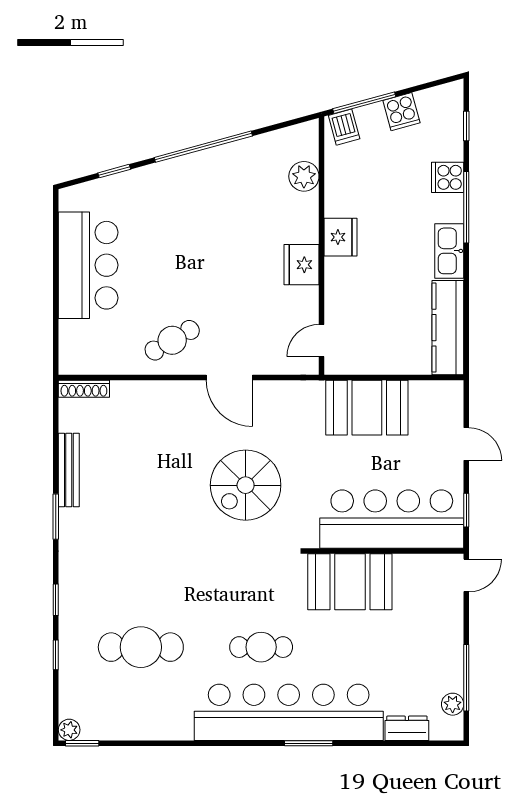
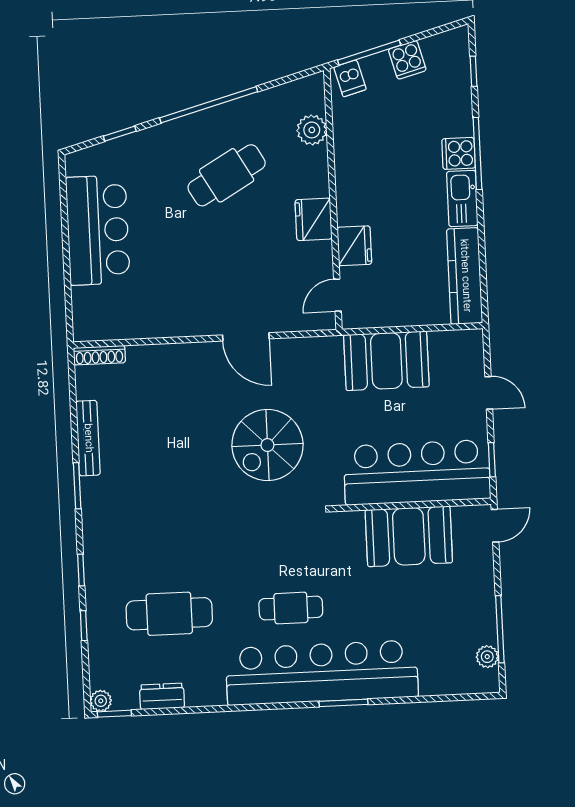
cooker: (448, 177) -> (459, 153), moved
fridge: (341, 237) -> (354, 246), moved
cafe table: (172, 340) -> (227, 175), moved, width x1.37, depth x1.35
booth: (350, 582) -> (409, 536), moved
dresser: (407, 728) -> (162, 696), moved

